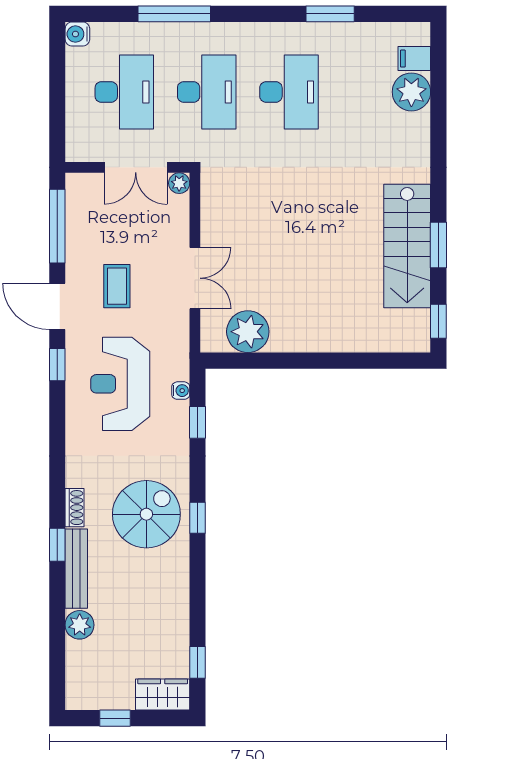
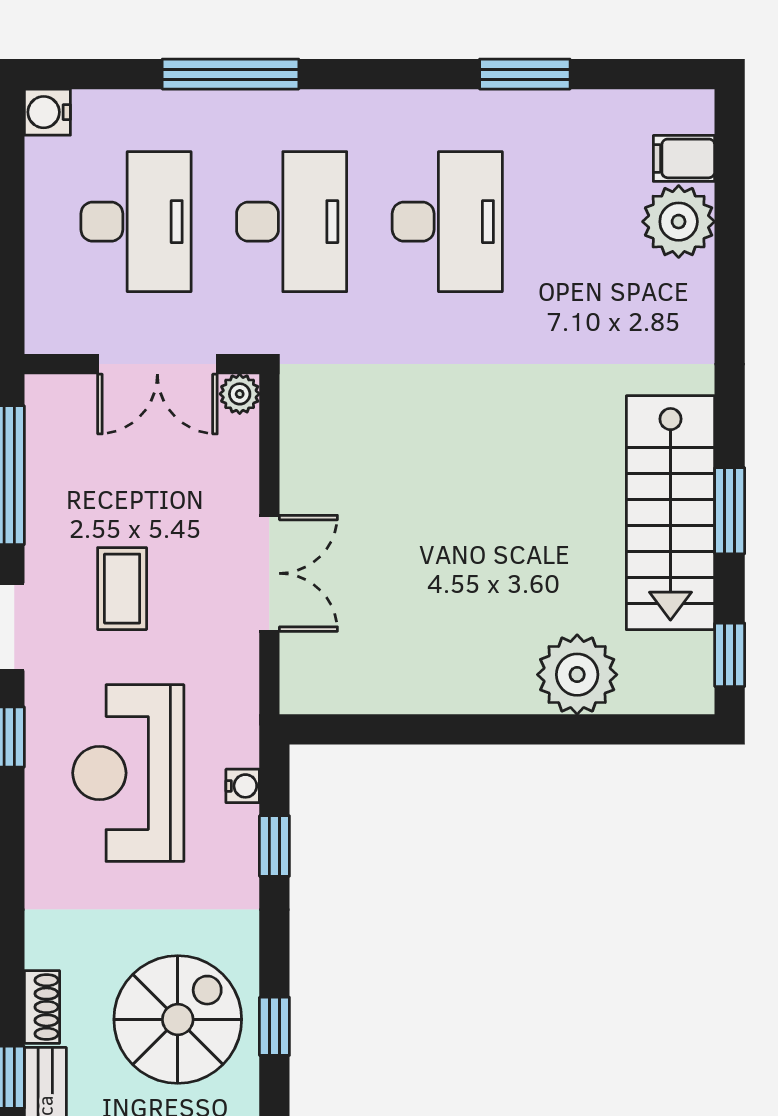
plant: (248, 332) -> (577, 675), moved

